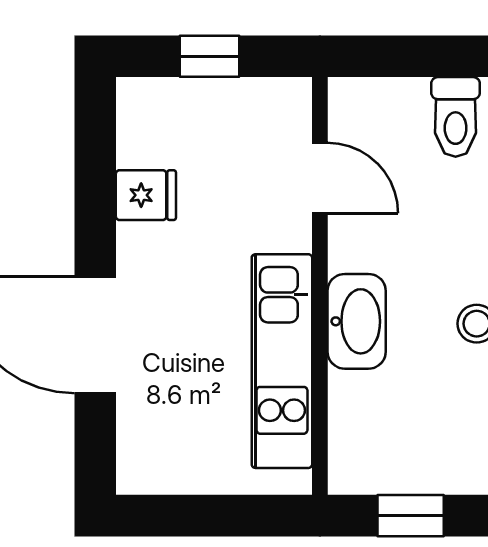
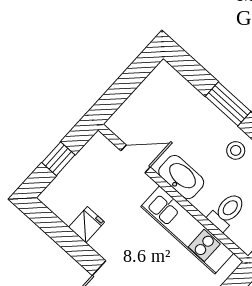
toilet: (456, 117) -> (227, 212), moved, turned -90
washbasin: (357, 321) -> (181, 177), moved

